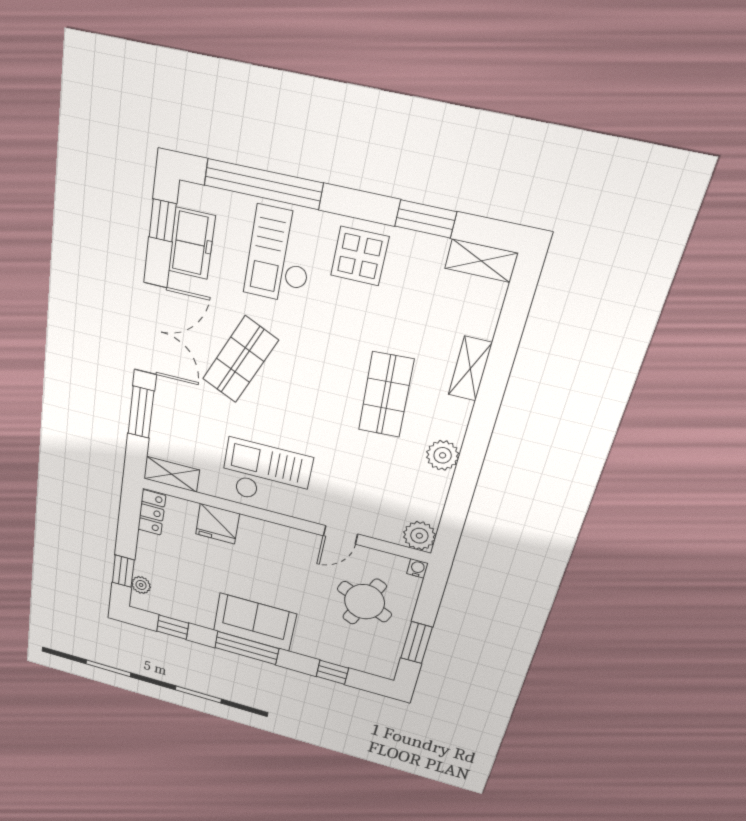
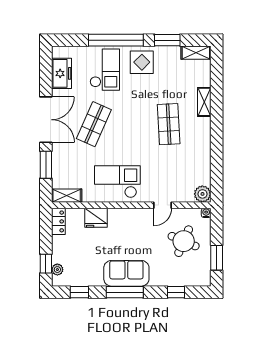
window: (263, 184) -> (116, 40), moved
window: (163, 220) -> (46, 66), removed
checkout: (280, 255) -> (105, 70), turned 180
plant: (443, 455) -> (203, 148), removed

